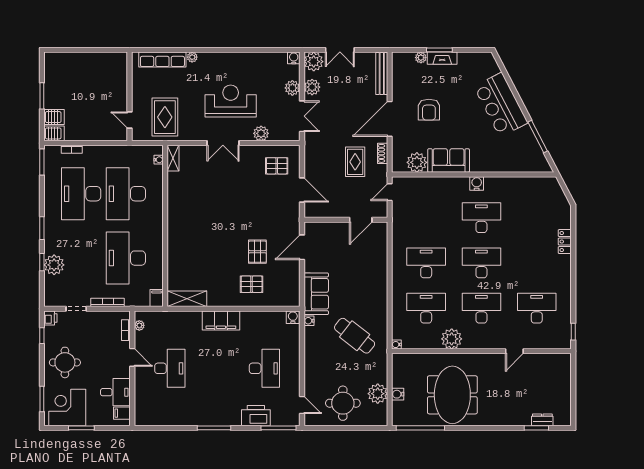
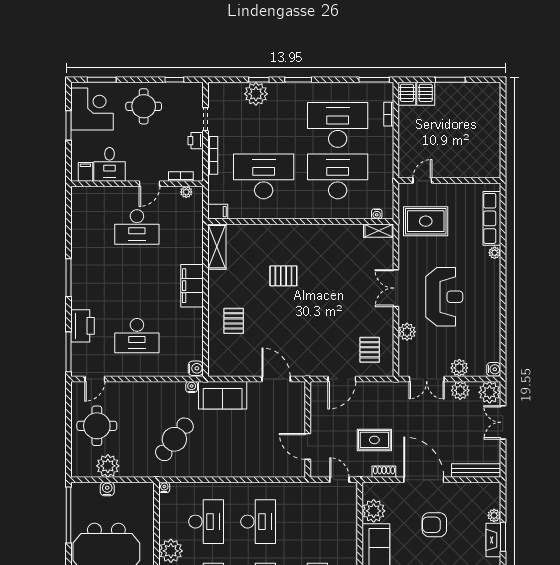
pallet: (257, 252) -> (283, 276), moved
printer: (50, 318) -> (196, 141), moved, turned 90

